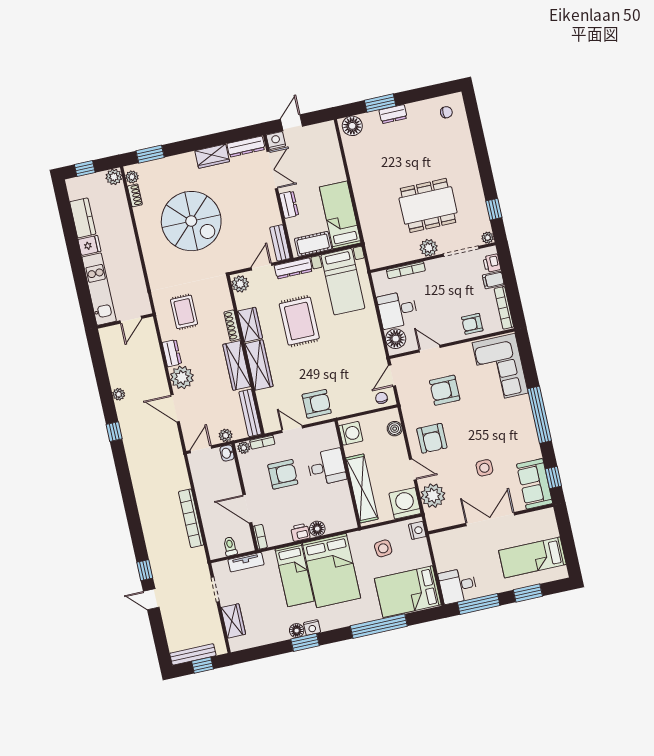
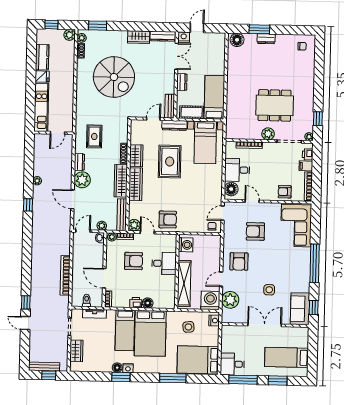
plant: (240, 284) -> (134, 225), moved
boiler: (395, 429) -> (216, 249), removed
door: (413, 469) -> (221, 279), swing flipped
window: (379, 626) -> (173, 378), width x0.68

